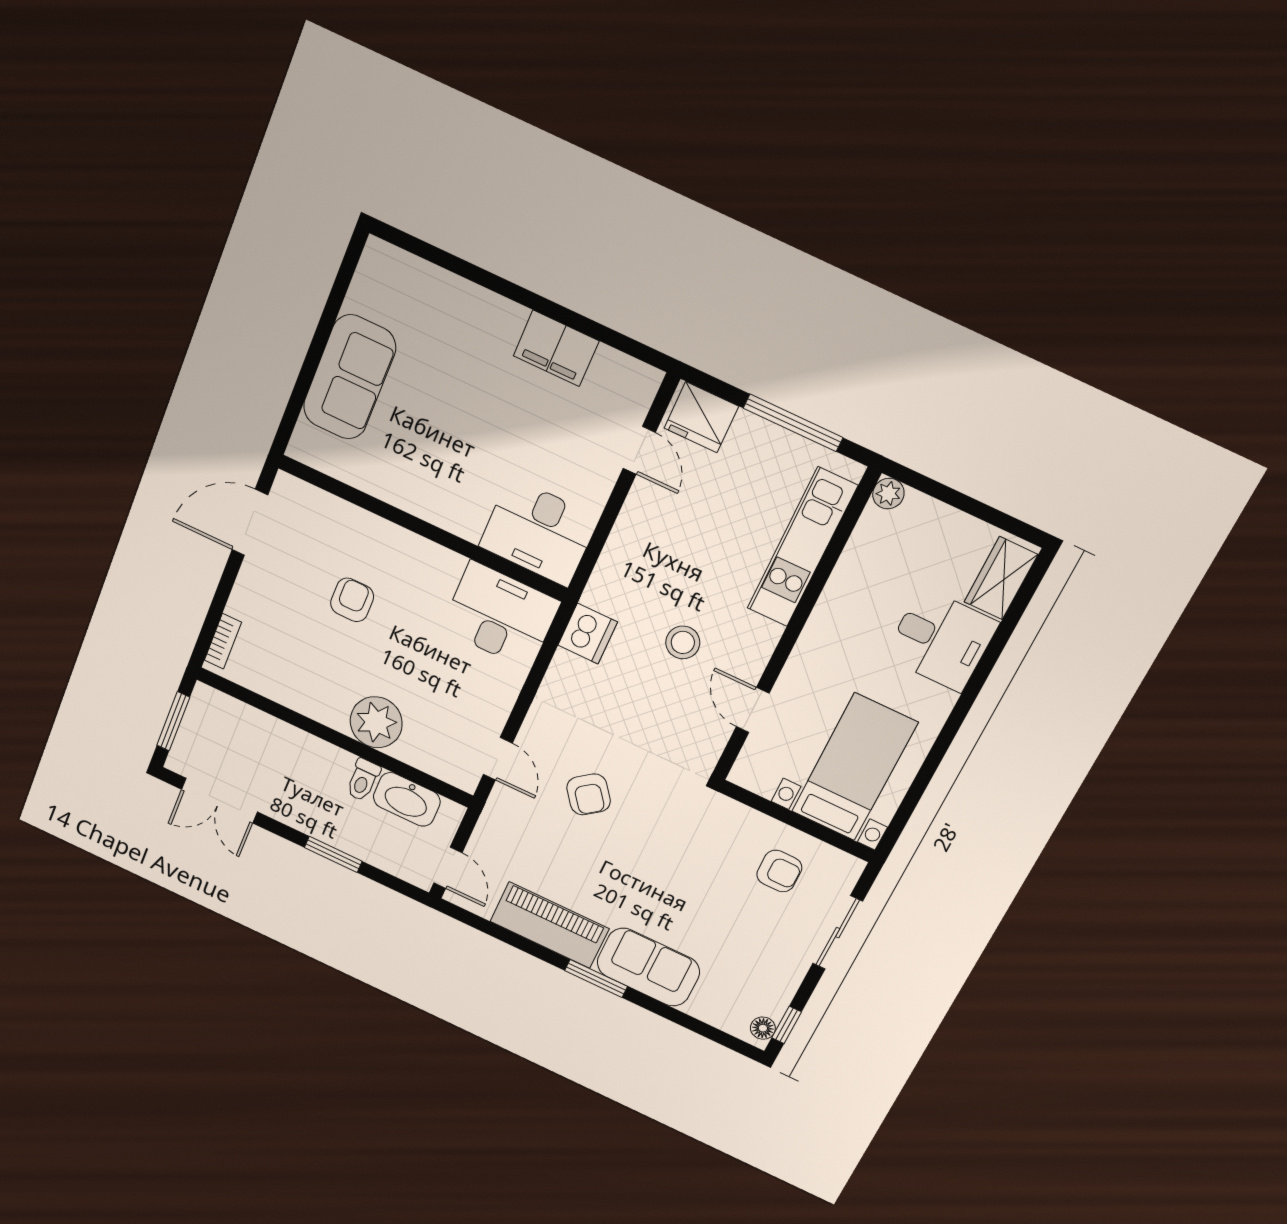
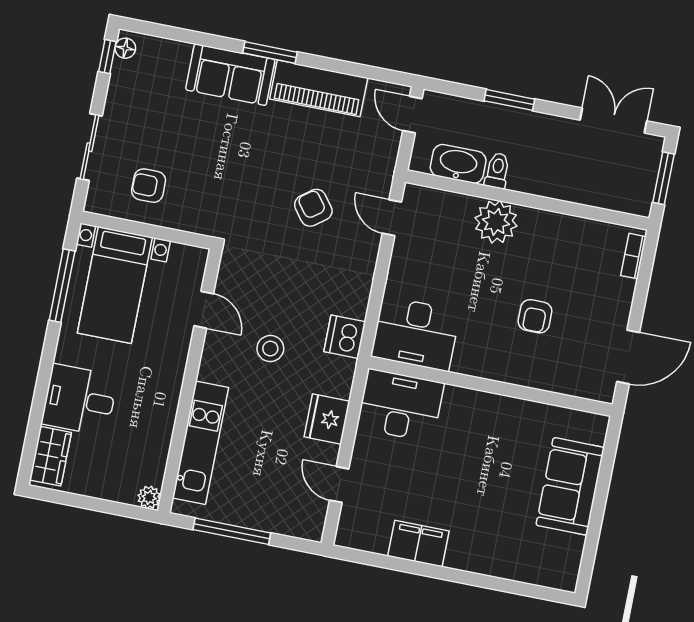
fridge: (701, 417) -> (327, 419), moved, turned -90
window: (920, 783) -> (62, 286), added

